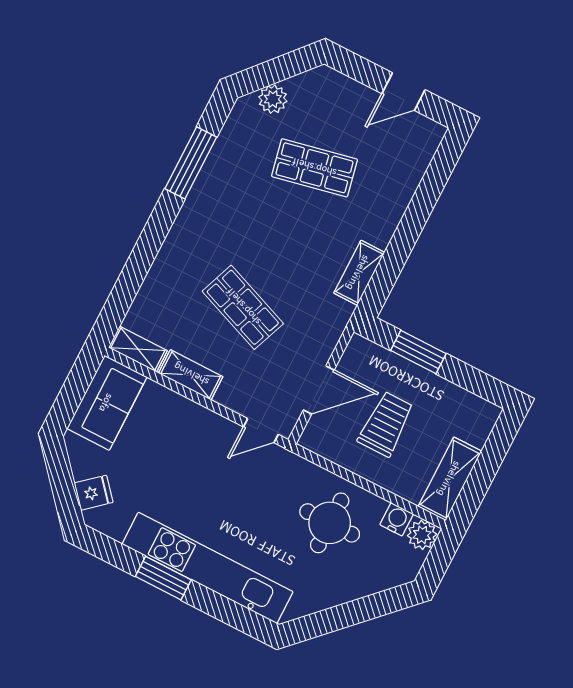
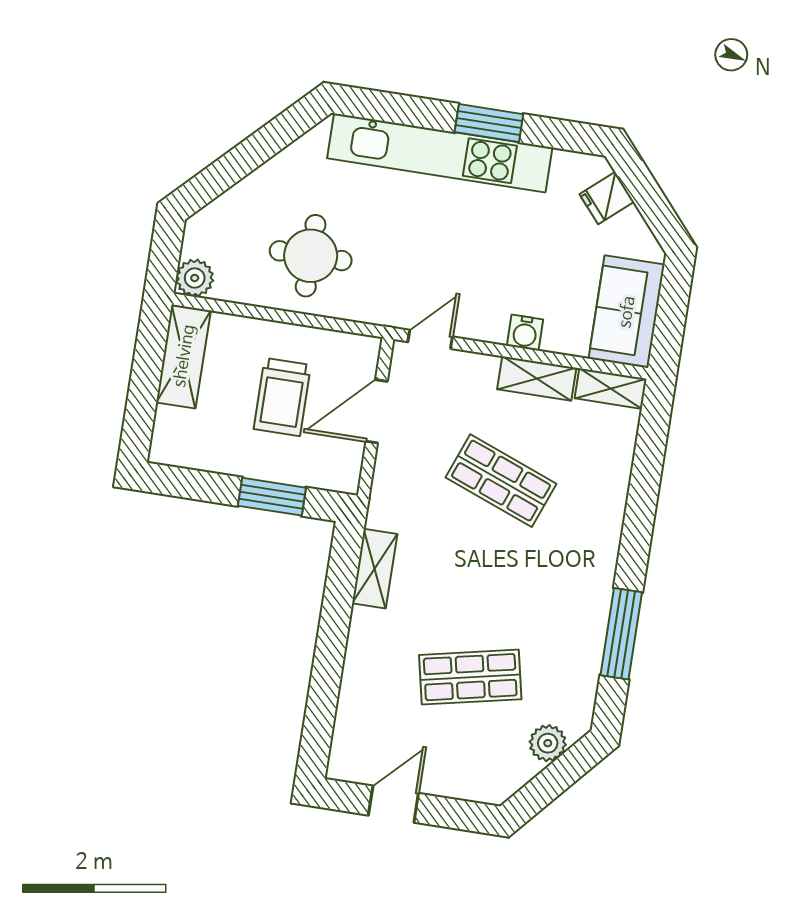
water cooler: (397, 519) -> (525, 333), moved

